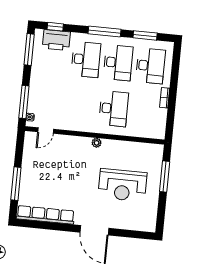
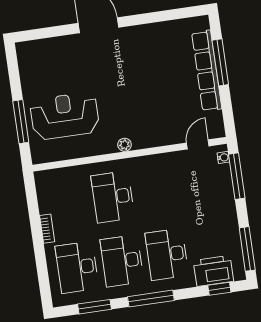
reception desk: (122, 185) -> (65, 116), moved
row of seats: (45, 215) -> (207, 71), moved, turned 90

